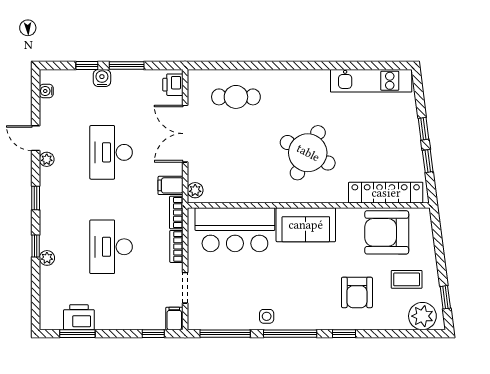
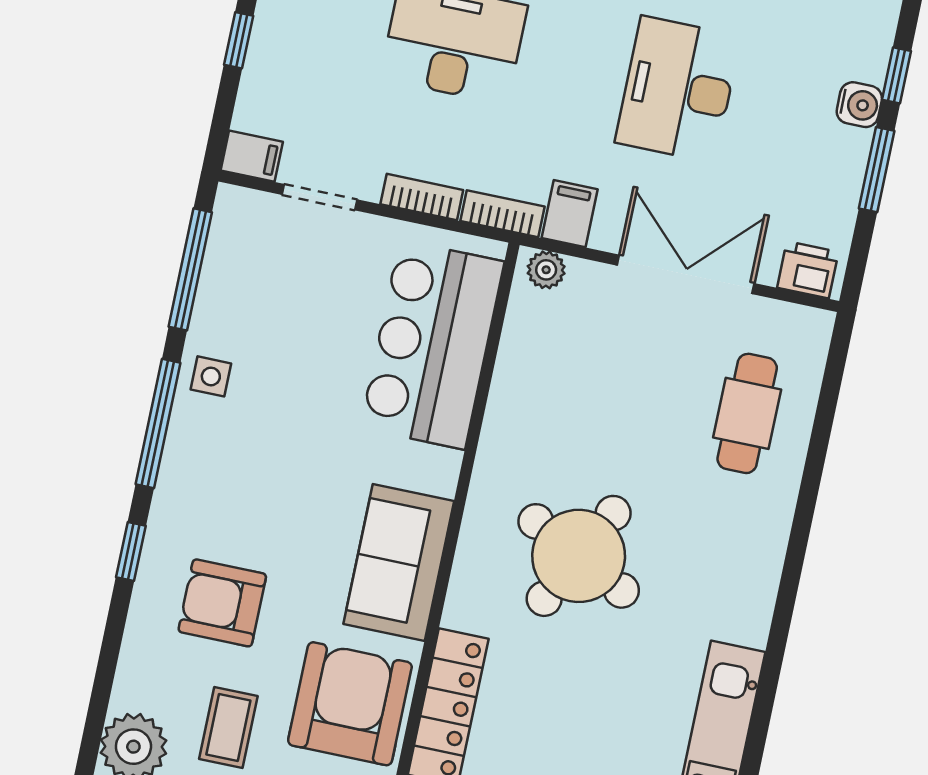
desk: (111, 152) -> (678, 89), turned -90
sofa: (306, 225) -> (399, 563), moved
window: (153, 334) -> (239, 40), moved

